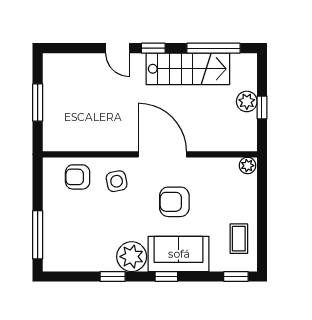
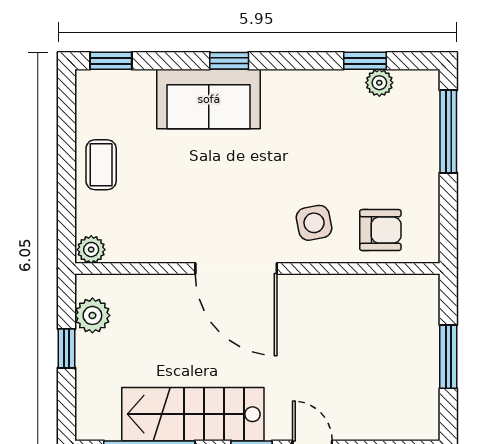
plant: (247, 101) -> (92, 315), moved
armchair: (174, 202) -> (216, 188), removed
coffee table: (239, 239) -> (101, 165), moved
plant: (132, 257) -> (379, 83), moved, width x0.53, depth x0.53
window: (113, 276) -> (365, 61), moved

